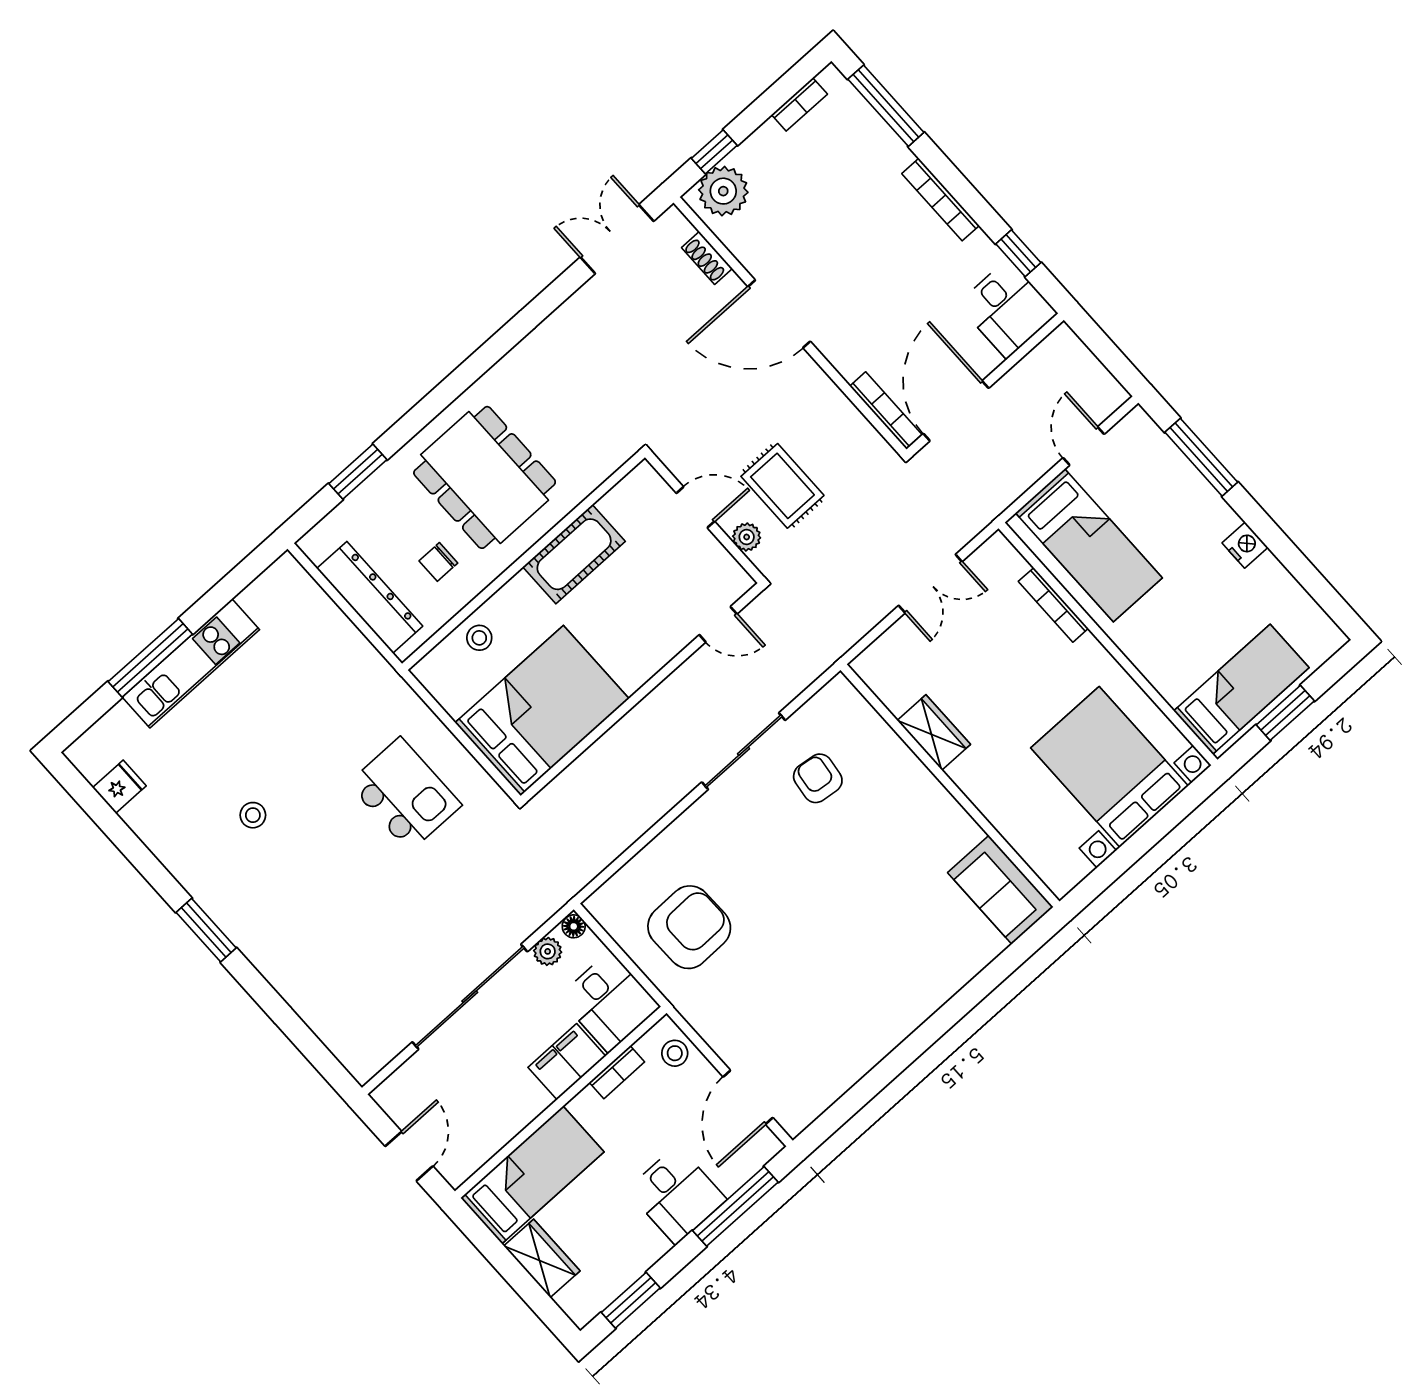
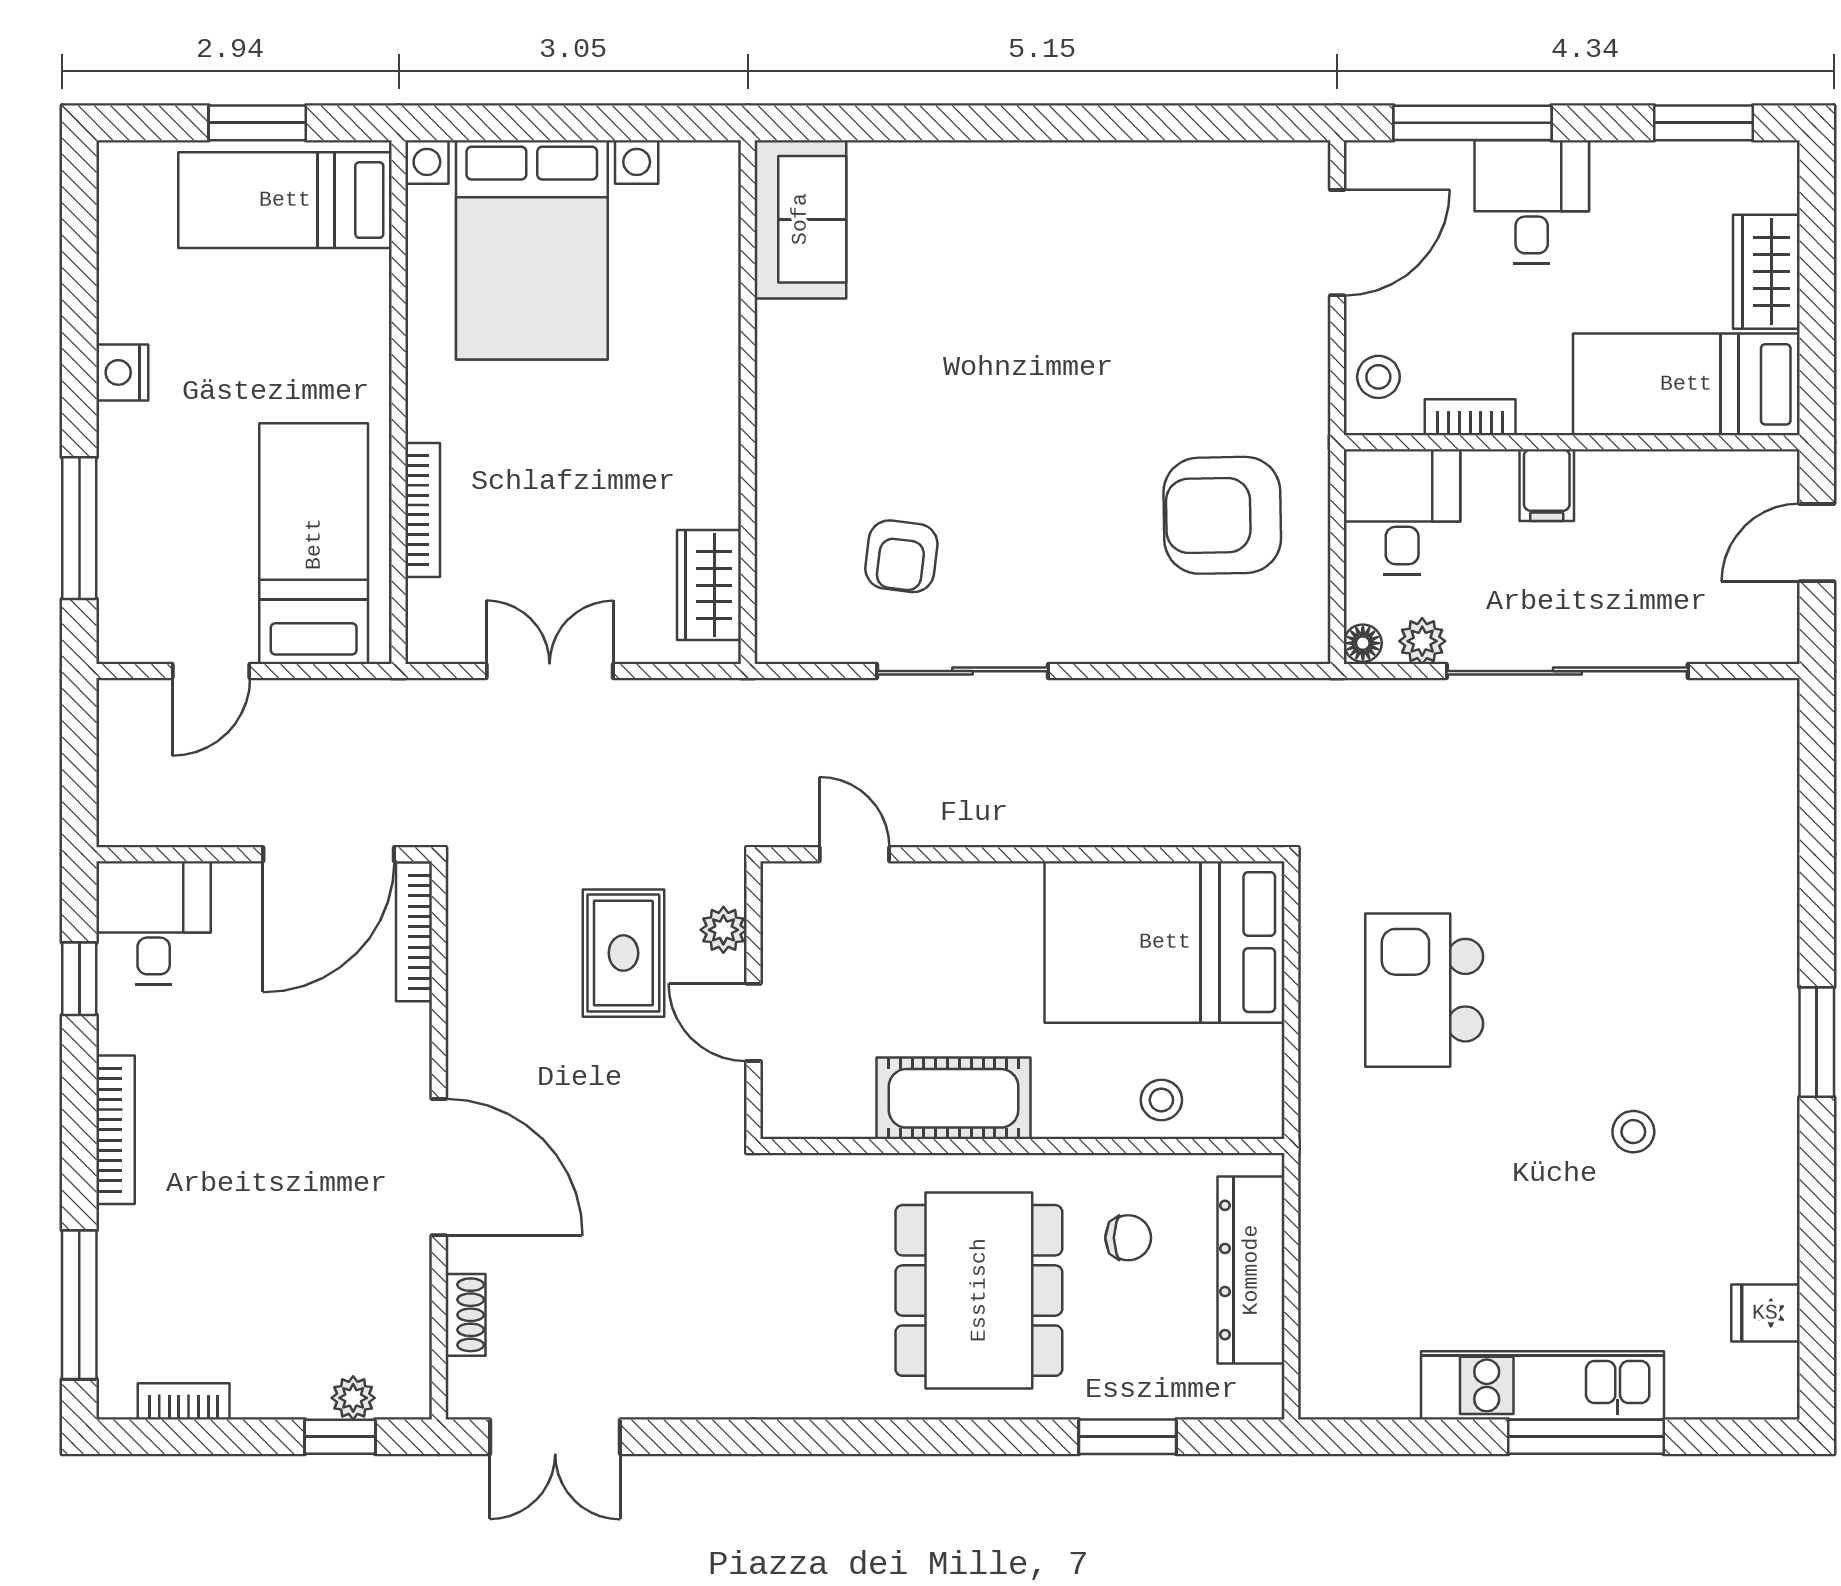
plant: (723, 191) -> (353, 1398), width x0.53, depth x0.53
wardrobe: (934, 732) -> (709, 585), moved
filing cabinet: (567, 1062) -> (1547, 485), width x0.50

